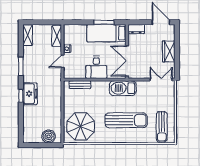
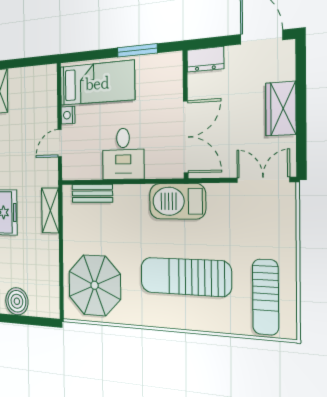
bed: (106, 33) -> (97, 83), moved, turned 180
shelving: (57, 36) -> (50, 210), moved
double door: (127, 61) -> (186, 137), swing flipped
sun lounger: (126, 120) -> (185, 277), turned 180
boiler: (49, 136) -> (17, 301), moved

